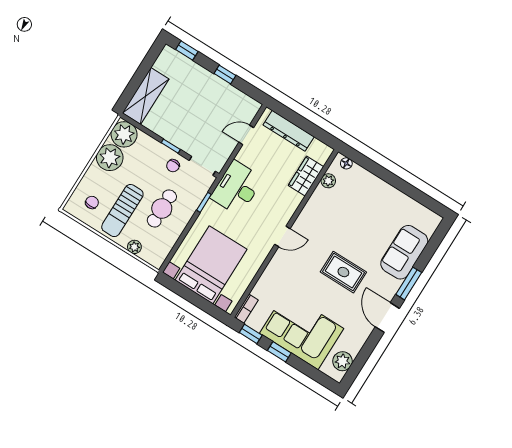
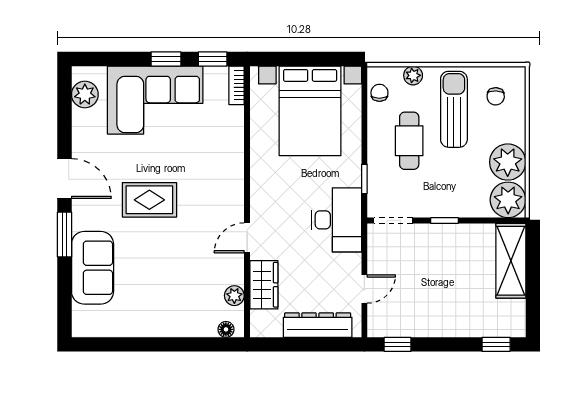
window: (225, 74) -> (398, 344), moved
chair: (173, 166) -> (379, 93), moved
door: (282, 236) -> (247, 238), moved

